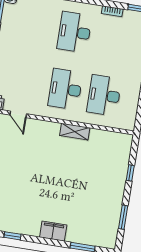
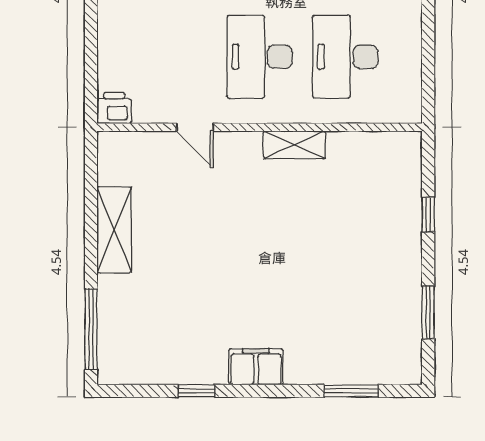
door: (18, 114) -> (195, 127), moved
filing cabinet: (53, 231) -> (256, 367), moved

